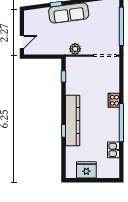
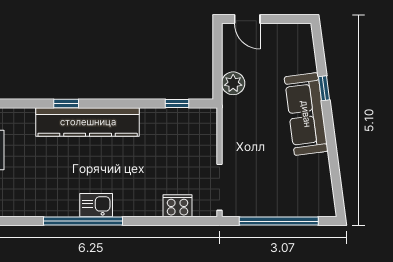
plant: (75, 49) -> (233, 83), moved
cooker: (114, 100) -> (178, 206), moved
kitchen sink: (113, 150) -> (96, 205), moved

